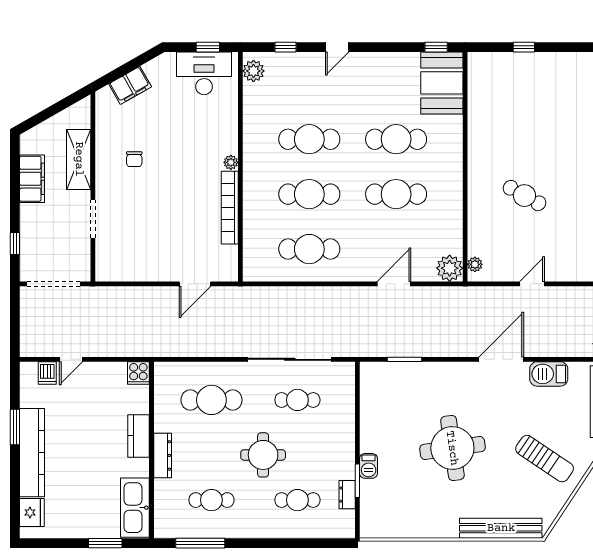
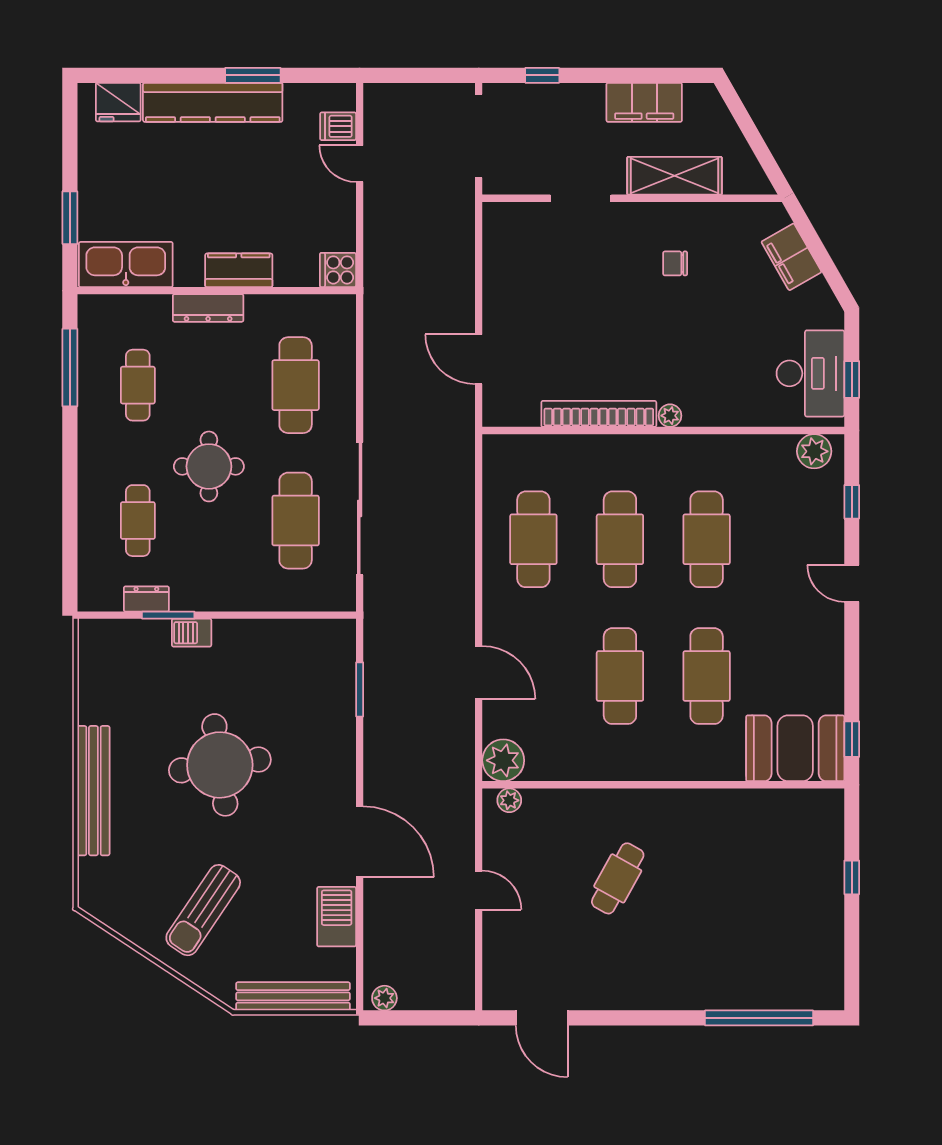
cafe table: (297, 400) -> (296, 521), width x1.37, depth x1.35
bench: (501, 528) -> (93, 791), moved

